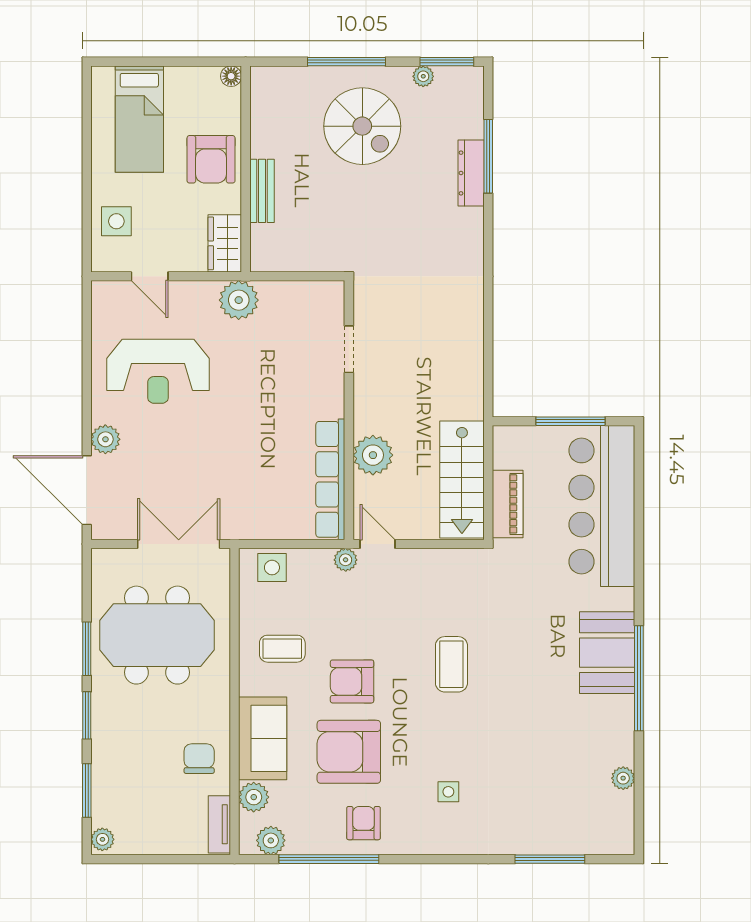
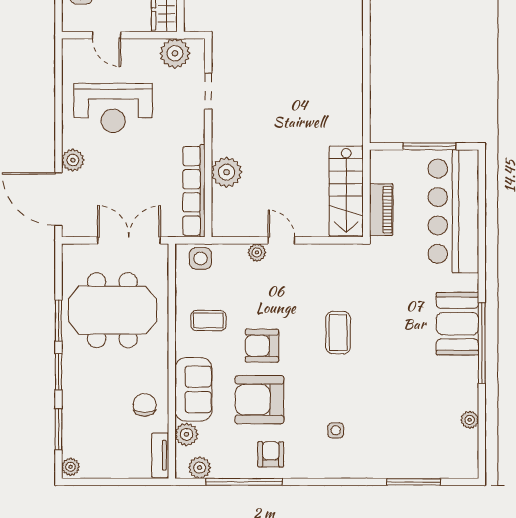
doorway: (349, 349) -> (208, 91), moved
wall: (349, 410) -> (208, 138), moved
plant: (373, 455) -> (227, 172), moved
row of seats: (330, 479) -> (194, 191), moved

